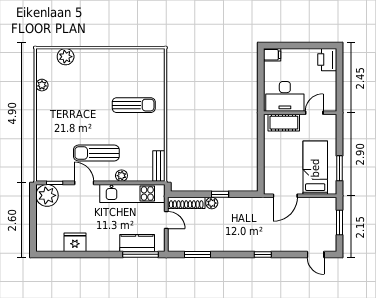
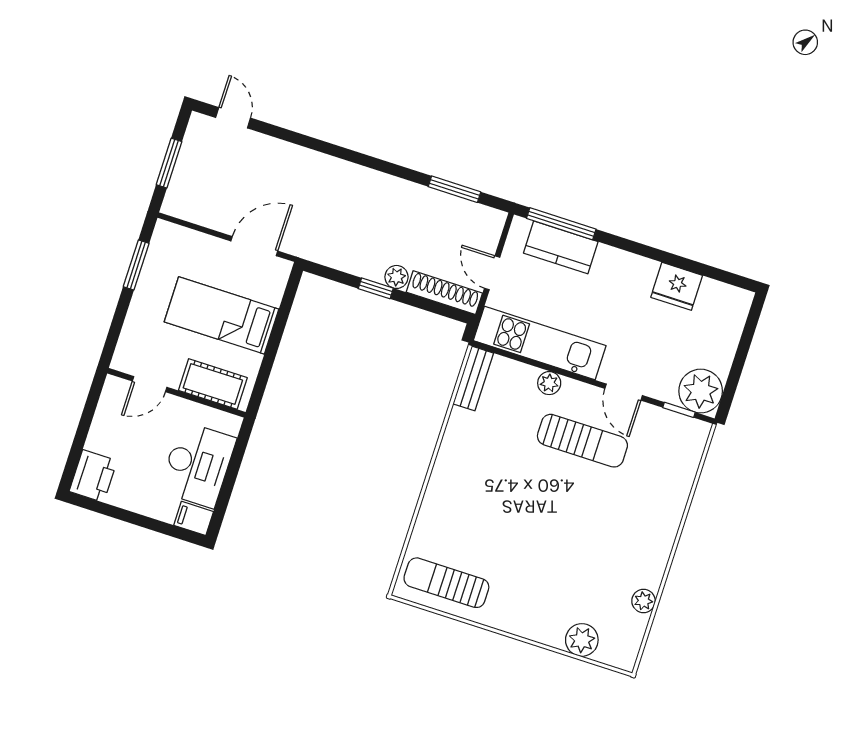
desk: (285, 96) -> (198, 465), moved, turned 90
sun lounger: (134, 105) -> (446, 583), moved
bed: (315, 168) -> (221, 315), moved, turned 90
window: (263, 254) -> (332, 150), removed

